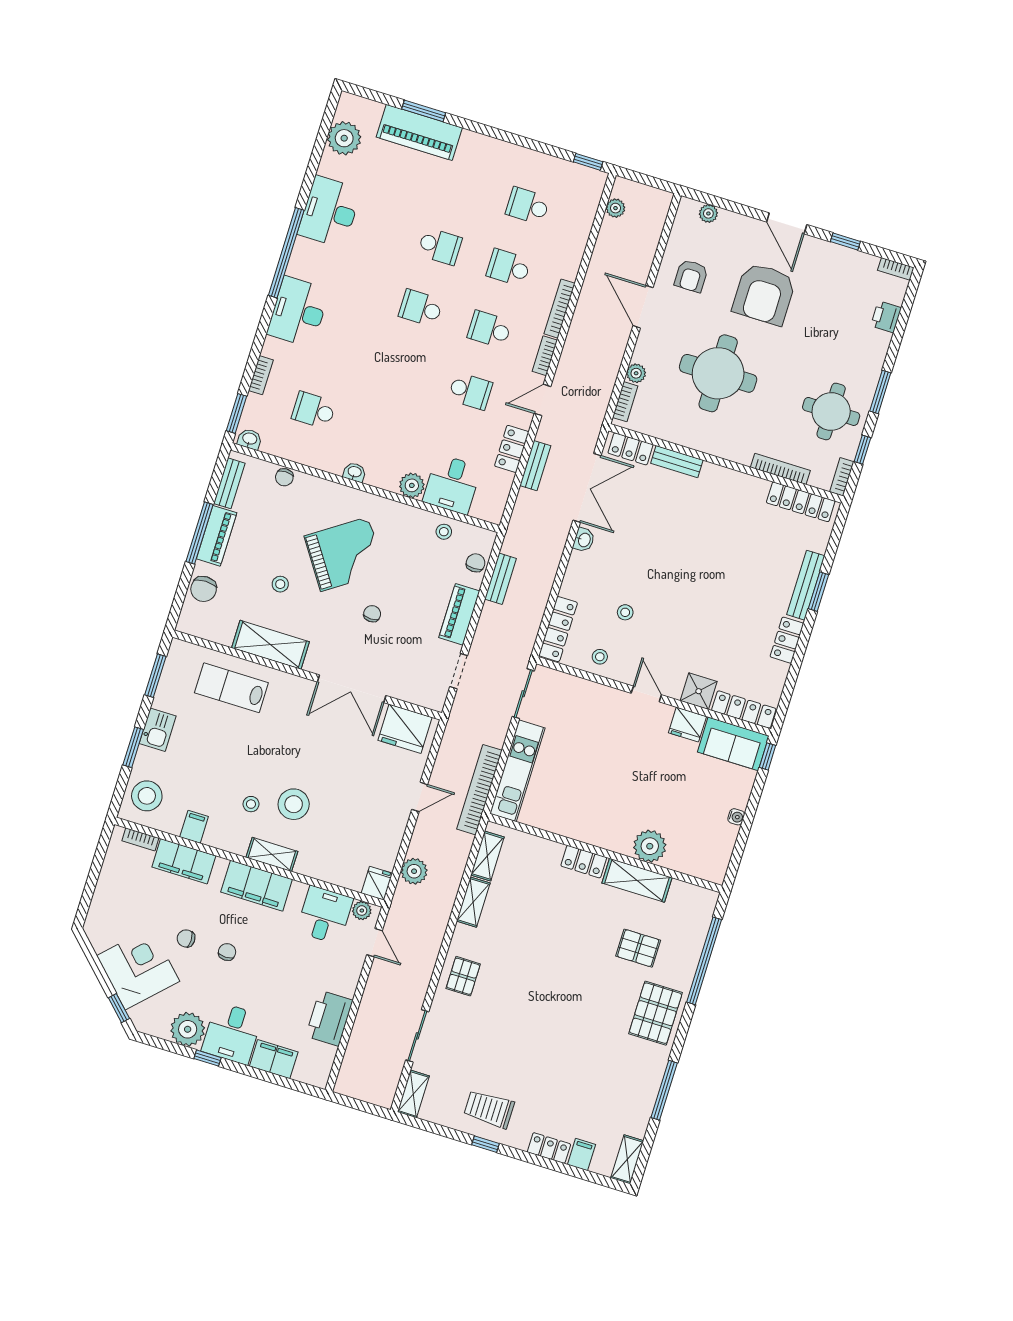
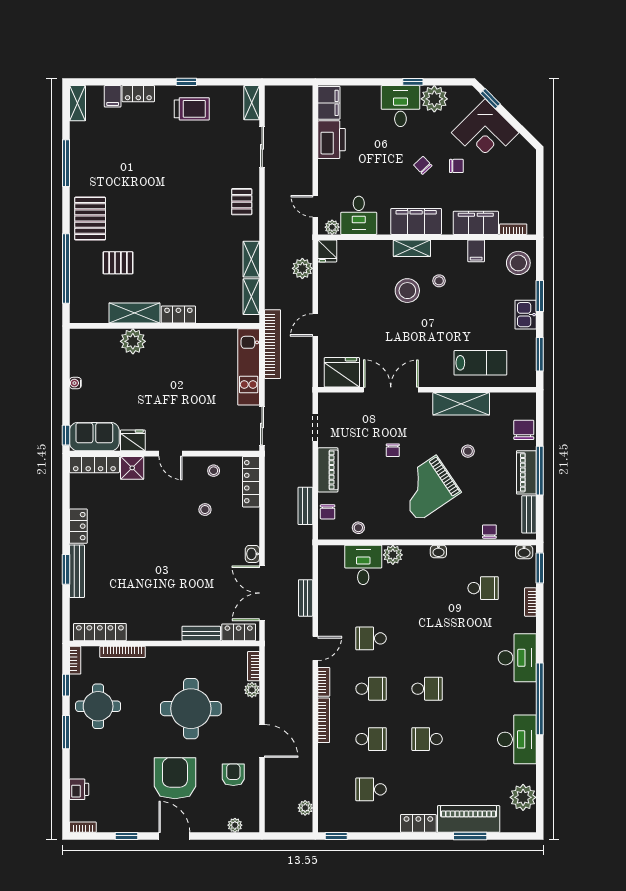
school desk: (528, 206) -> (371, 789), turned 180
locker: (512, 449) -> (418, 823), moved, turned -90
chair: (227, 952) -> (423, 165), turned 137
filing cabinet: (274, 1059) -> (329, 103), moved, turned -90

